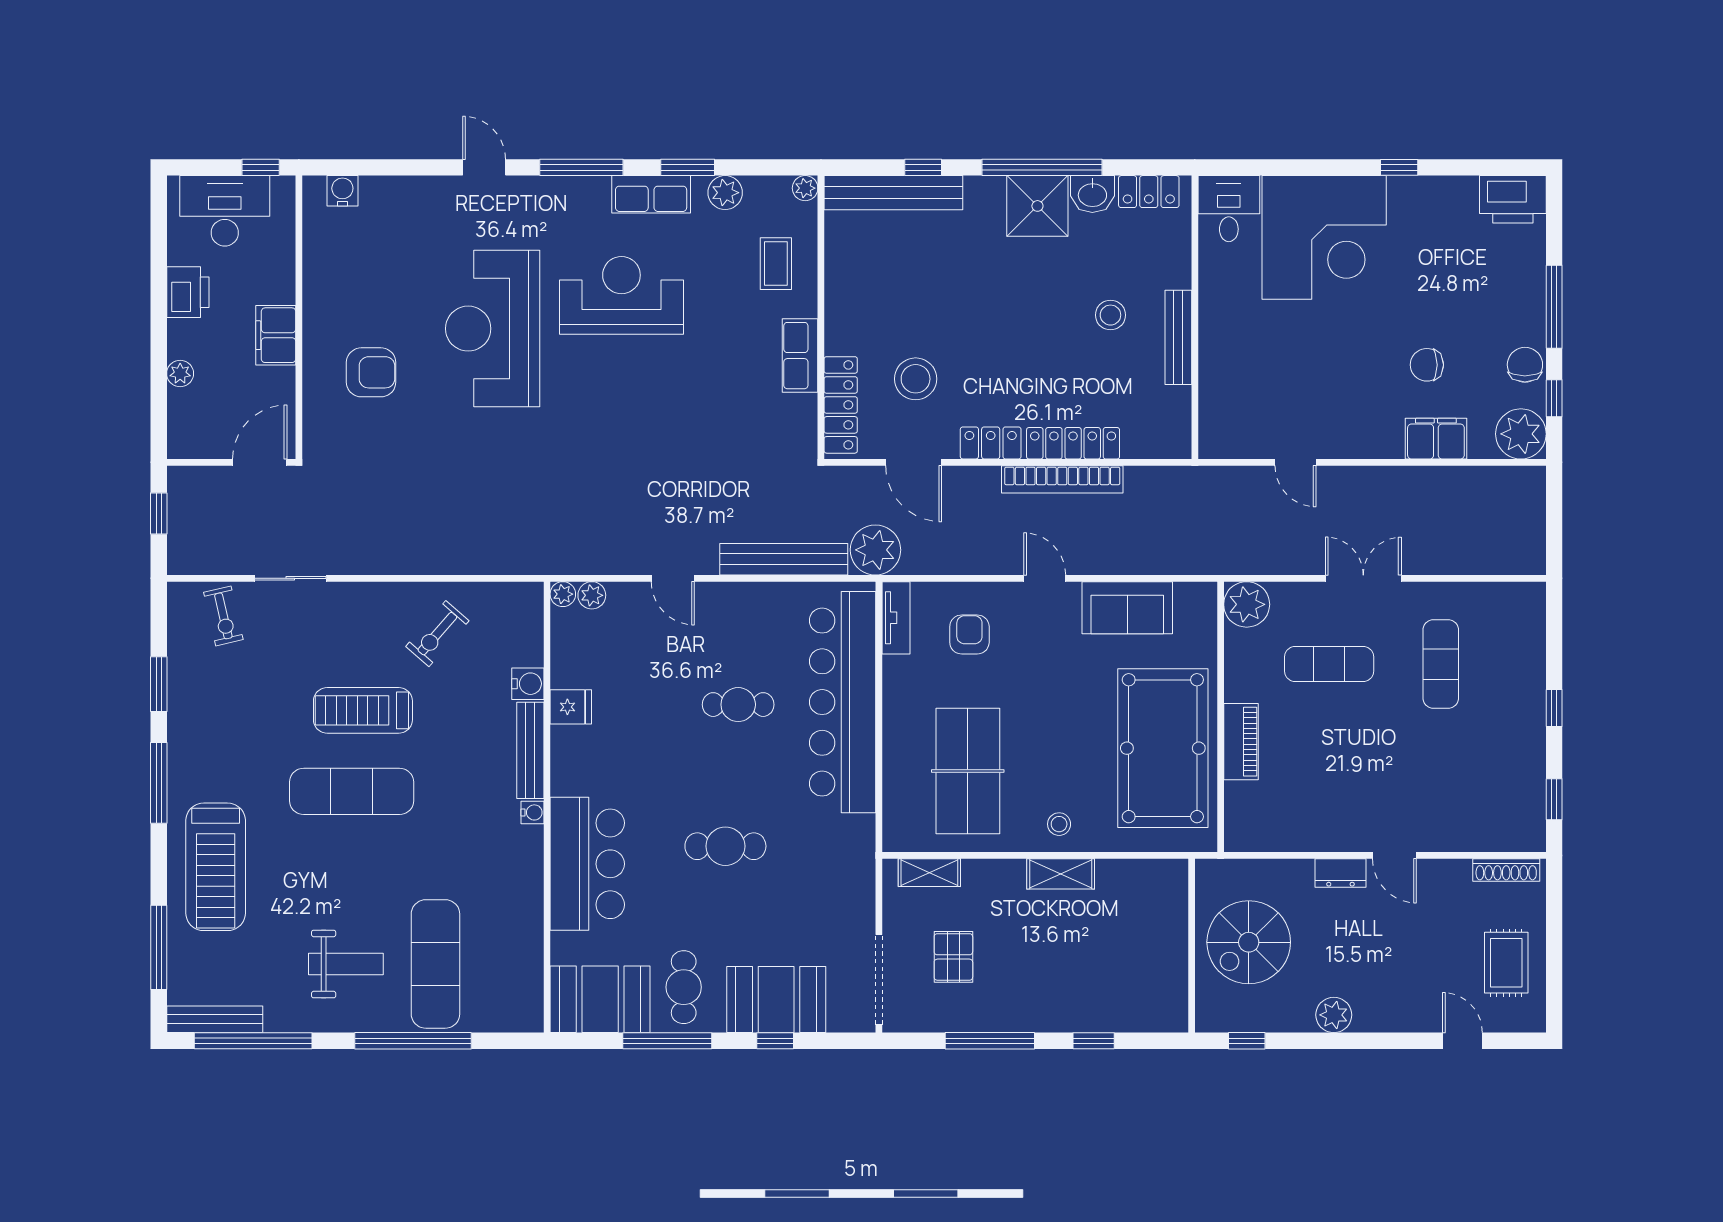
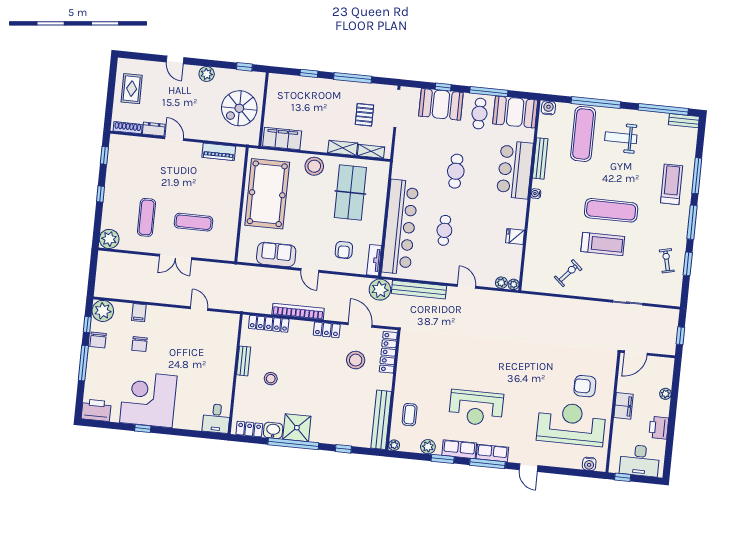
bench: (893, 193) -> (381, 420), moved, turned 90
corner desk: (1324, 237) -> (148, 399), moved
reception desk: (493, 329) -> (571, 424), moved, turned -90
bench: (1178, 337) -> (244, 361), width x0.73
row of seats: (800, 356) -> (492, 453), moved, turned -90
chair: (1427, 365) -> (139, 344), turned 90
filing cabinet: (1436, 439) -> (139, 313), width x0.50
locker: (1073, 443) -> (269, 324), moved
plant: (1247, 604) -> (109, 239), moved
exercise bike: (223, 616) -> (667, 261), moved
water cooler: (528, 684) -> (548, 108), moved, turned 90
cafe table: (738, 705) -> (444, 230), turned 90
piano: (1241, 742) -> (219, 152), moved, turned -90
bench: (530, 750) -> (540, 158), moved
stool: (1059, 824) -> (314, 166), width x1.89, depth x1.89
cafe table: (725, 846) -> (456, 171), turned 90
treadmill: (216, 867) -> (672, 184), width x0.73, depth x0.73
dresser: (1340, 873) -> (154, 129), moved
shelving: (1061, 874) -> (343, 148), moved
filing cabinet: (1141, 881) -> (282, 139), added
spiral stairs: (1249, 942) -> (239, 108), turned 180
window: (159, 947) -> (697, 176), moved
bench: (215, 1019) -> (684, 121), width x0.73
door: (1462, 1041) -> (175, 60), moved

